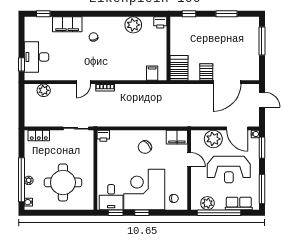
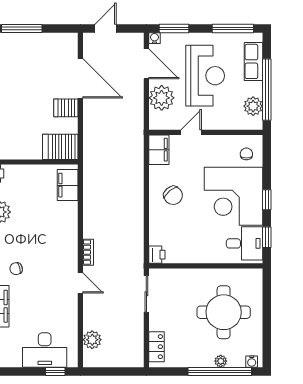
filing cabinet: (152, 73) -> (68, 185), width x2.00
door: (237, 128) -> (146, 64), hinge flipped

